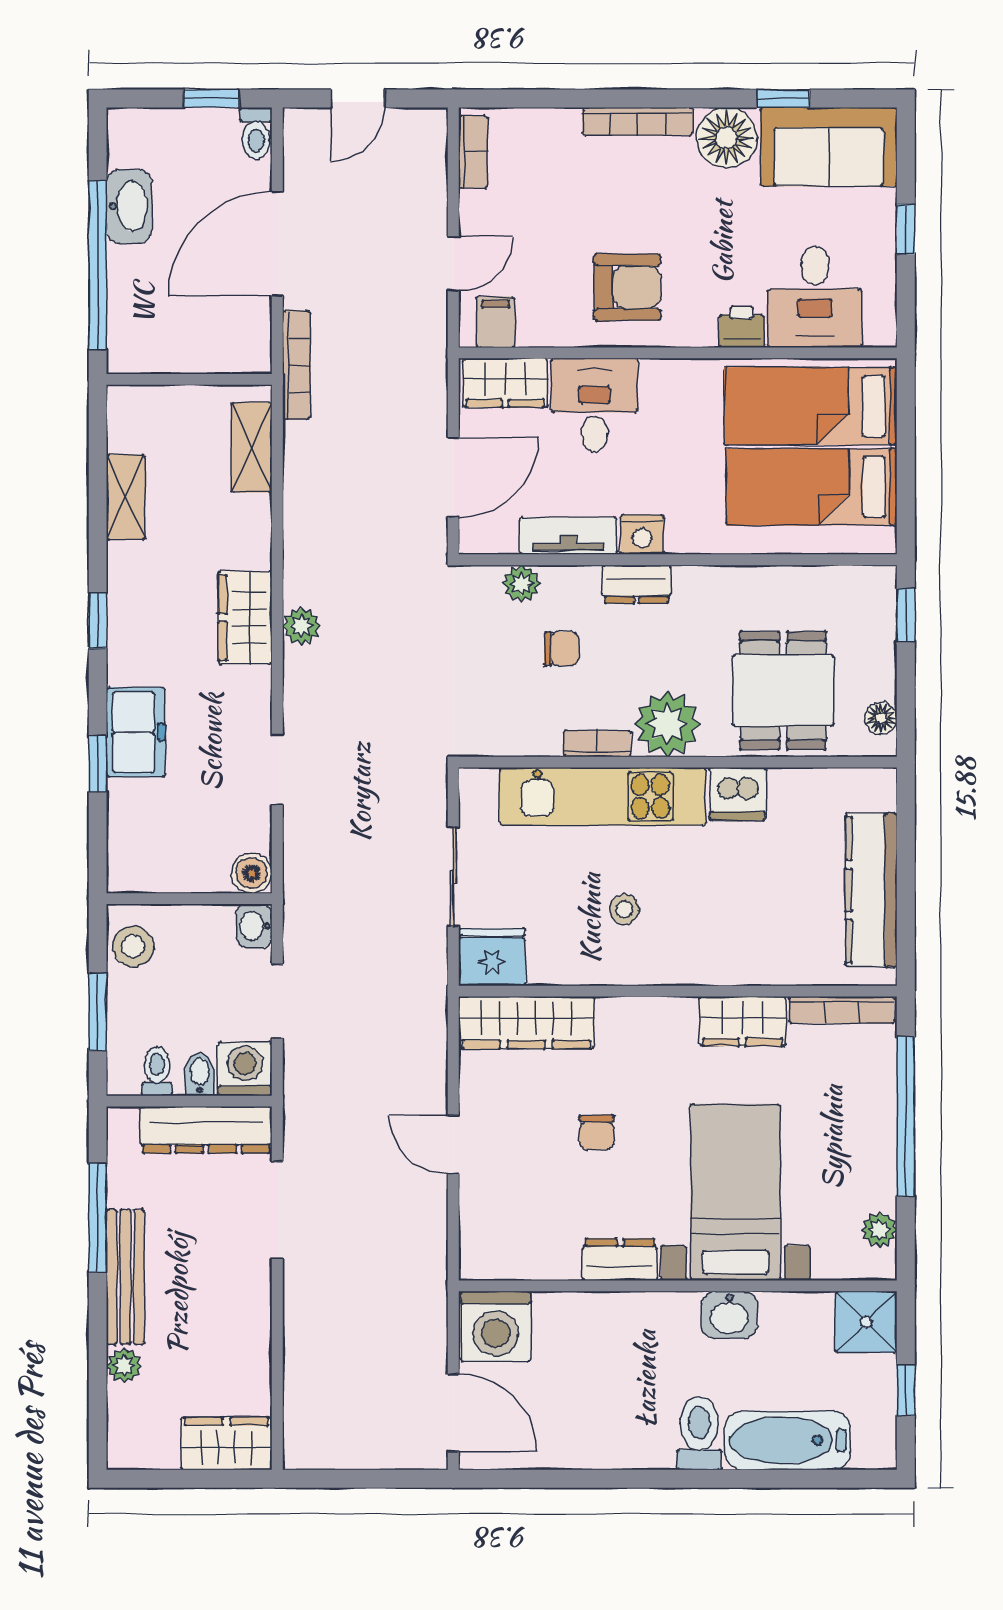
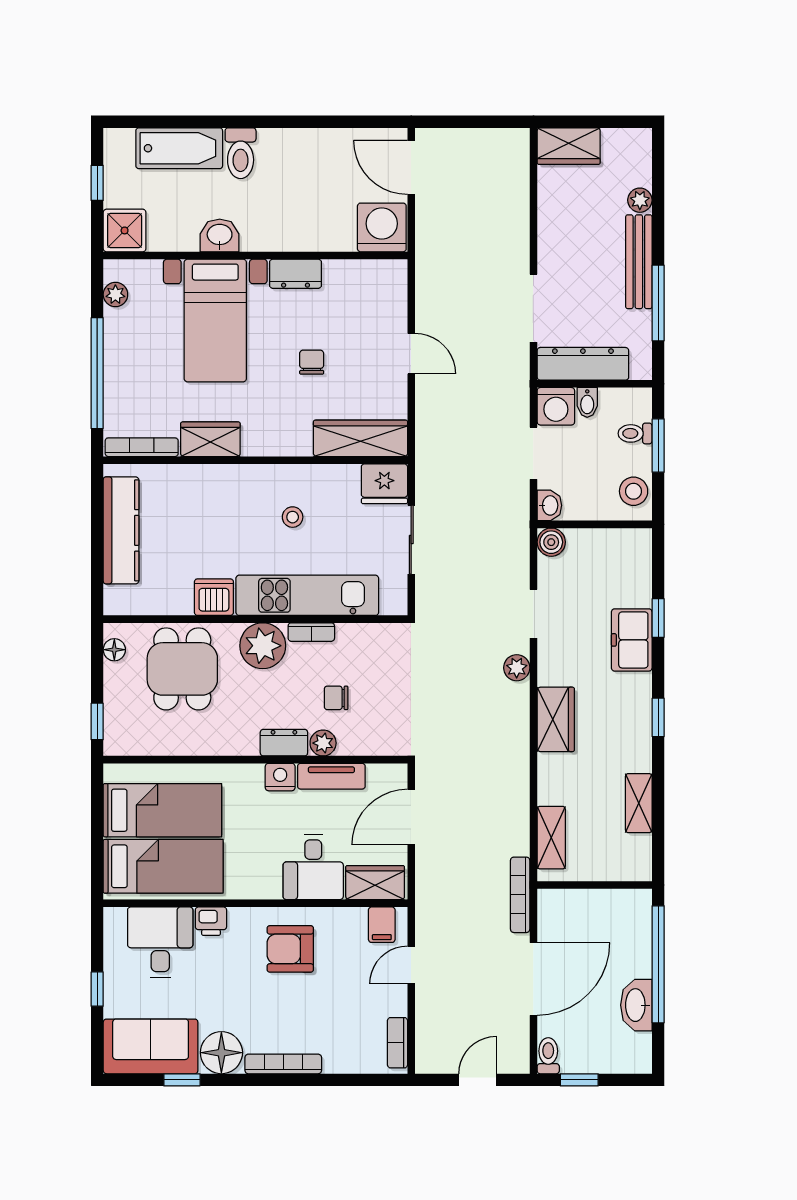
plant: (522, 584) -> (323, 743), moved
plant: (301, 626) -> (517, 668), moved
toilet: (157, 1071) -> (635, 433), moved, turned 90

